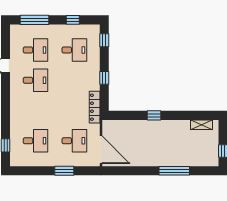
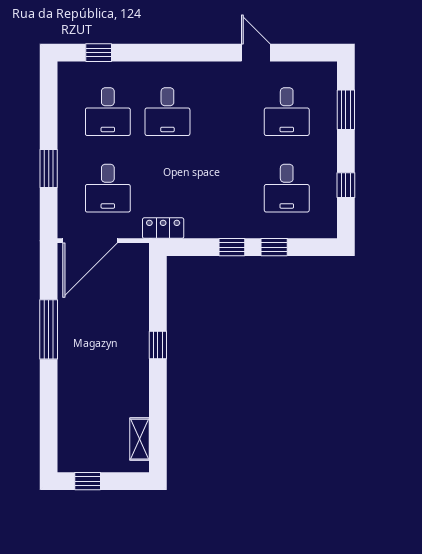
window: (35, 20) -> (346, 110), width x0.69
window: (104, 40) -> (274, 247), moved
desk: (35, 80) -> (167, 112), moved
locker: (95, 107) -> (163, 228), width x0.66
window: (174, 171) -> (49, 329), moved

